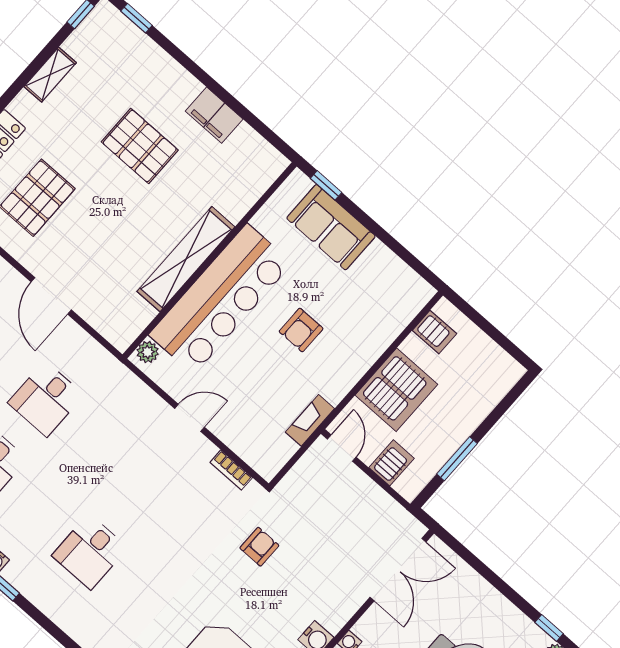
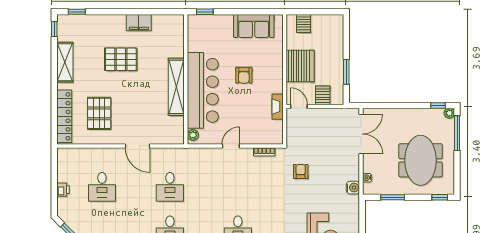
shelving: (50, 75) -> (65, 62), width x1.50, depth x1.33
sofa: (331, 227) -> (254, 26), moved
server rack: (434, 332) -> (304, 24), moved, turned 90

